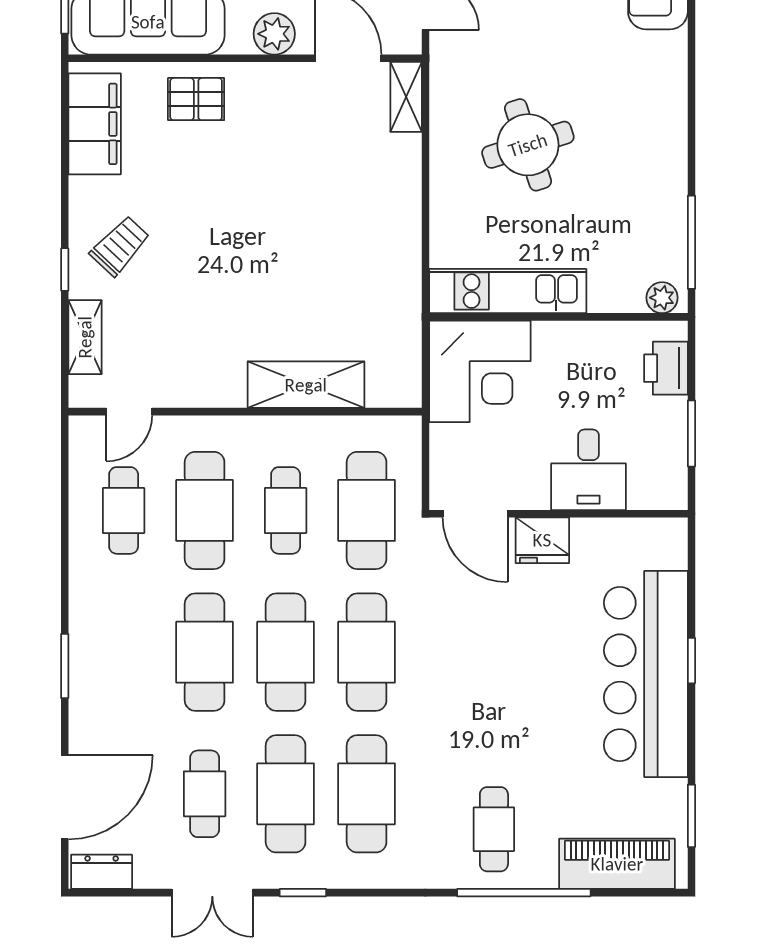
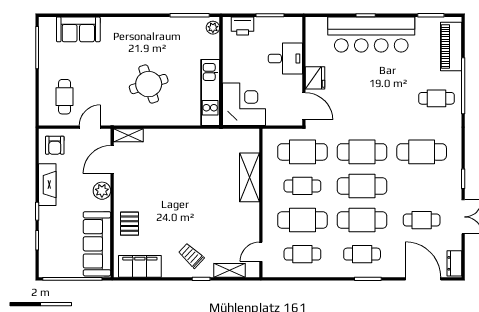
door: (129, 412) -> (261, 252), swing flipped
door: (475, 514) -> (304, 106), hinge flipped
cafe table: (286, 794) -> (362, 254), moved, width x0.73, depth x0.74

